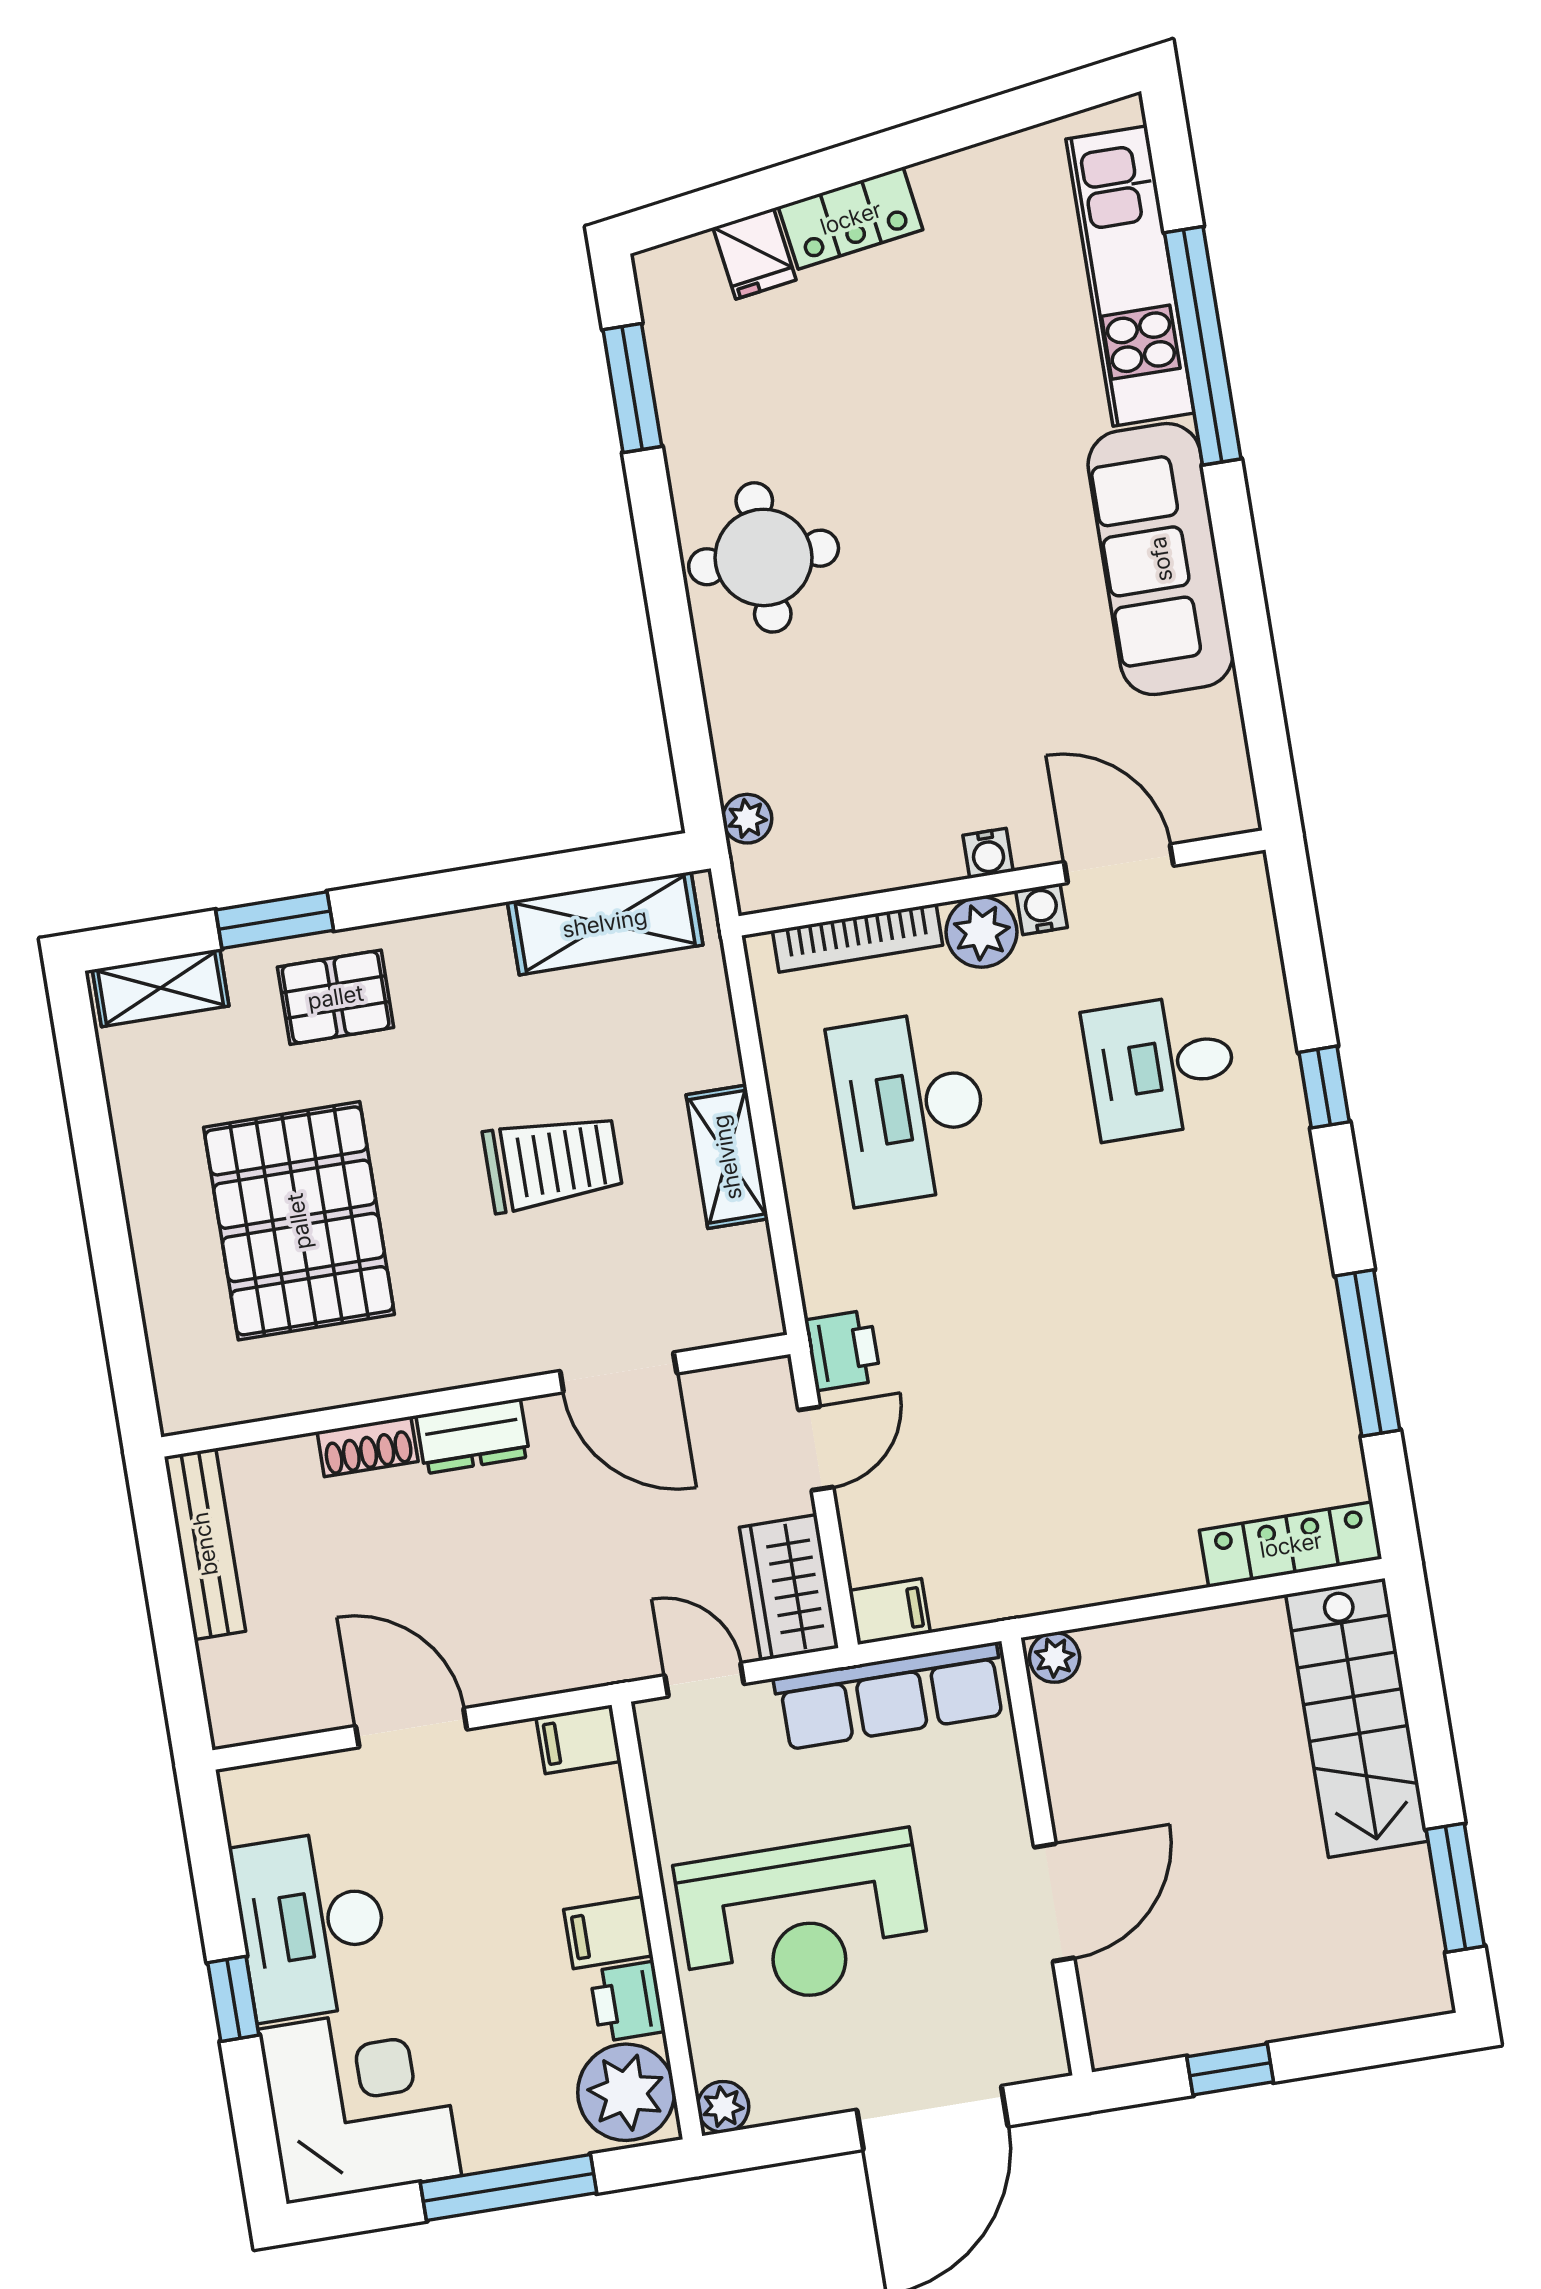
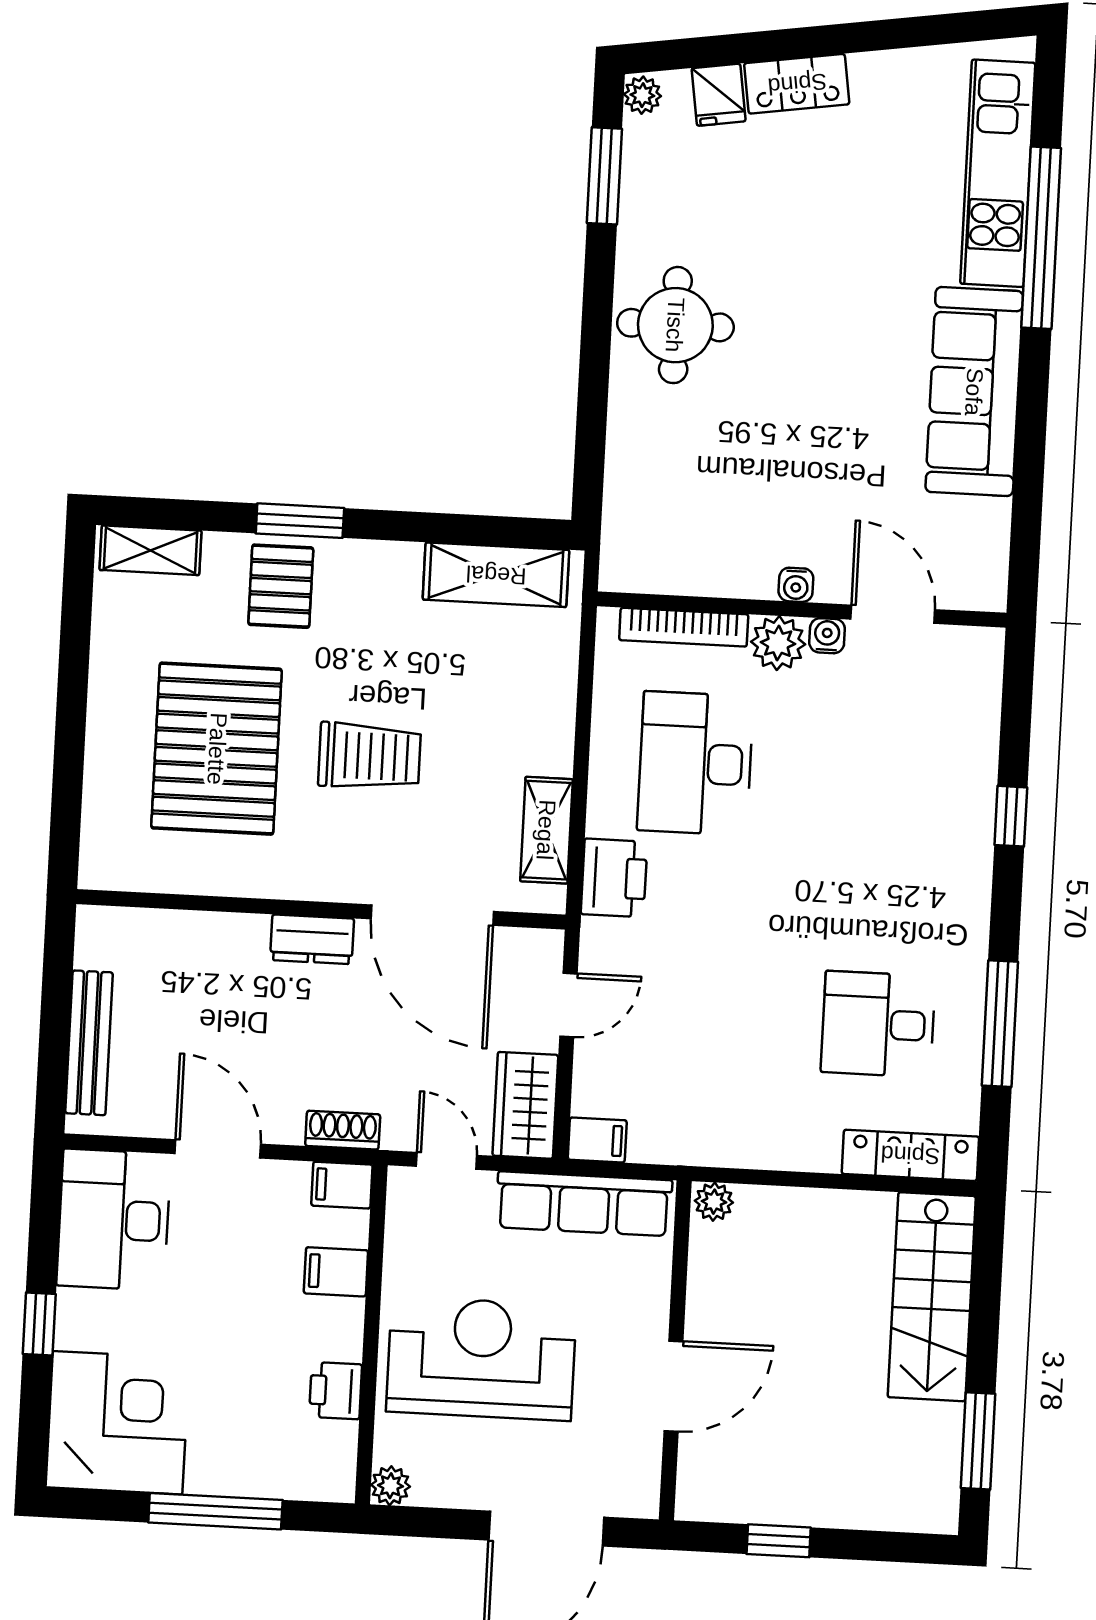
plant: (747, 819) -> (642, 95), moved
window: (275, 920) -> (300, 521), moved
pallet: (336, 997) -> (281, 586), turned 90
desk: (1161, 1066) -> (878, 1024), moved
shelving: (727, 1157) -> (546, 830), moved
trolley: (553, 1162) -> (369, 756), moved
printer: (843, 1350) -> (614, 878), moved, width x1.36, depth x1.24
door: (618, 1372) -> (432, 915), width x1.36
shoe rack: (368, 1447) -> (343, 1130), moved, turned 180
bench: (205, 1544) -> (89, 1043), moved
reception desk: (803, 1921) -> (481, 1358), turned 180
desk: (312, 1925) -> (114, 1220), moved
filing cabinet: (608, 1933) -> (336, 1272), moved
plant: (626, 2092) -> (320, 1459), removed

